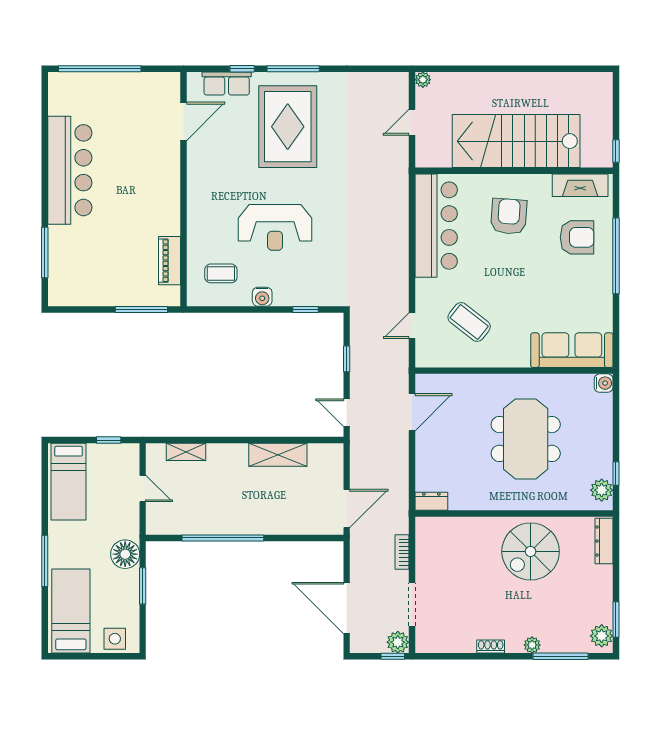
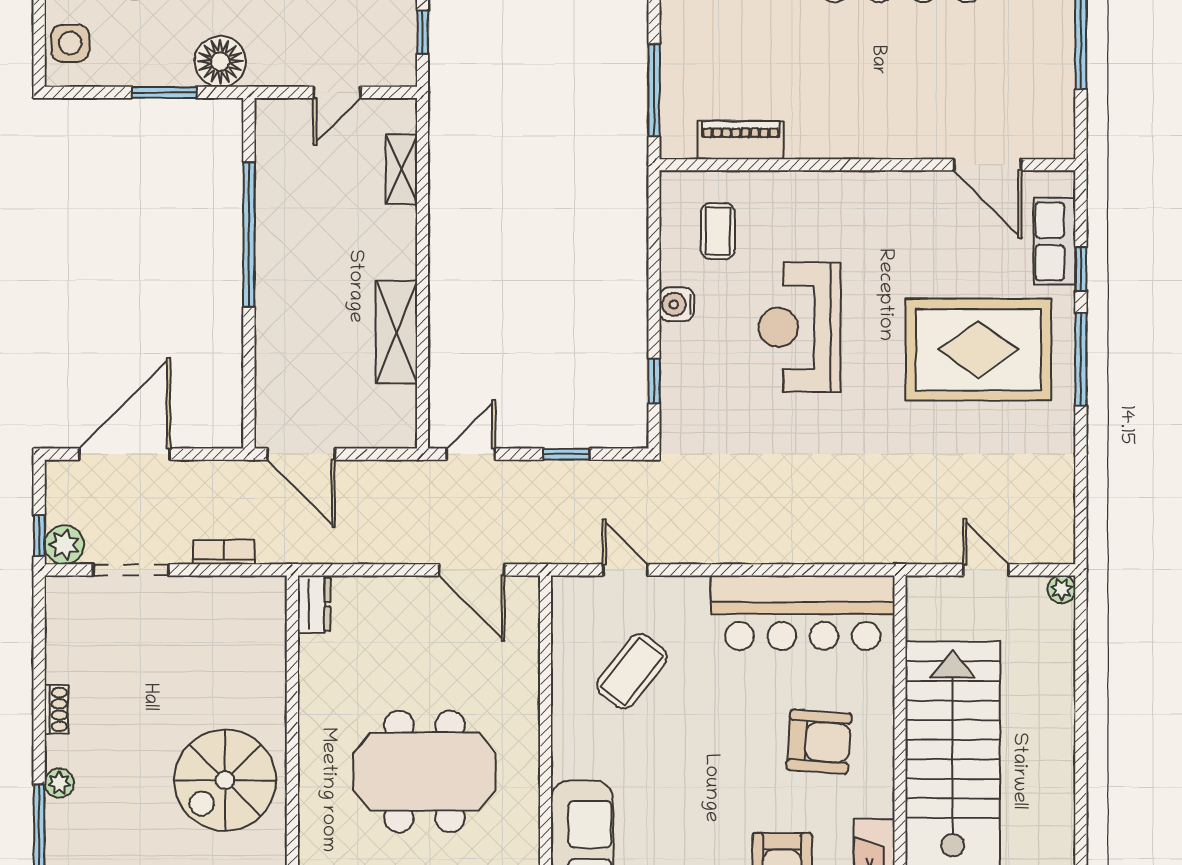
spiral stairs: (531, 551) -> (225, 780), turned -90

